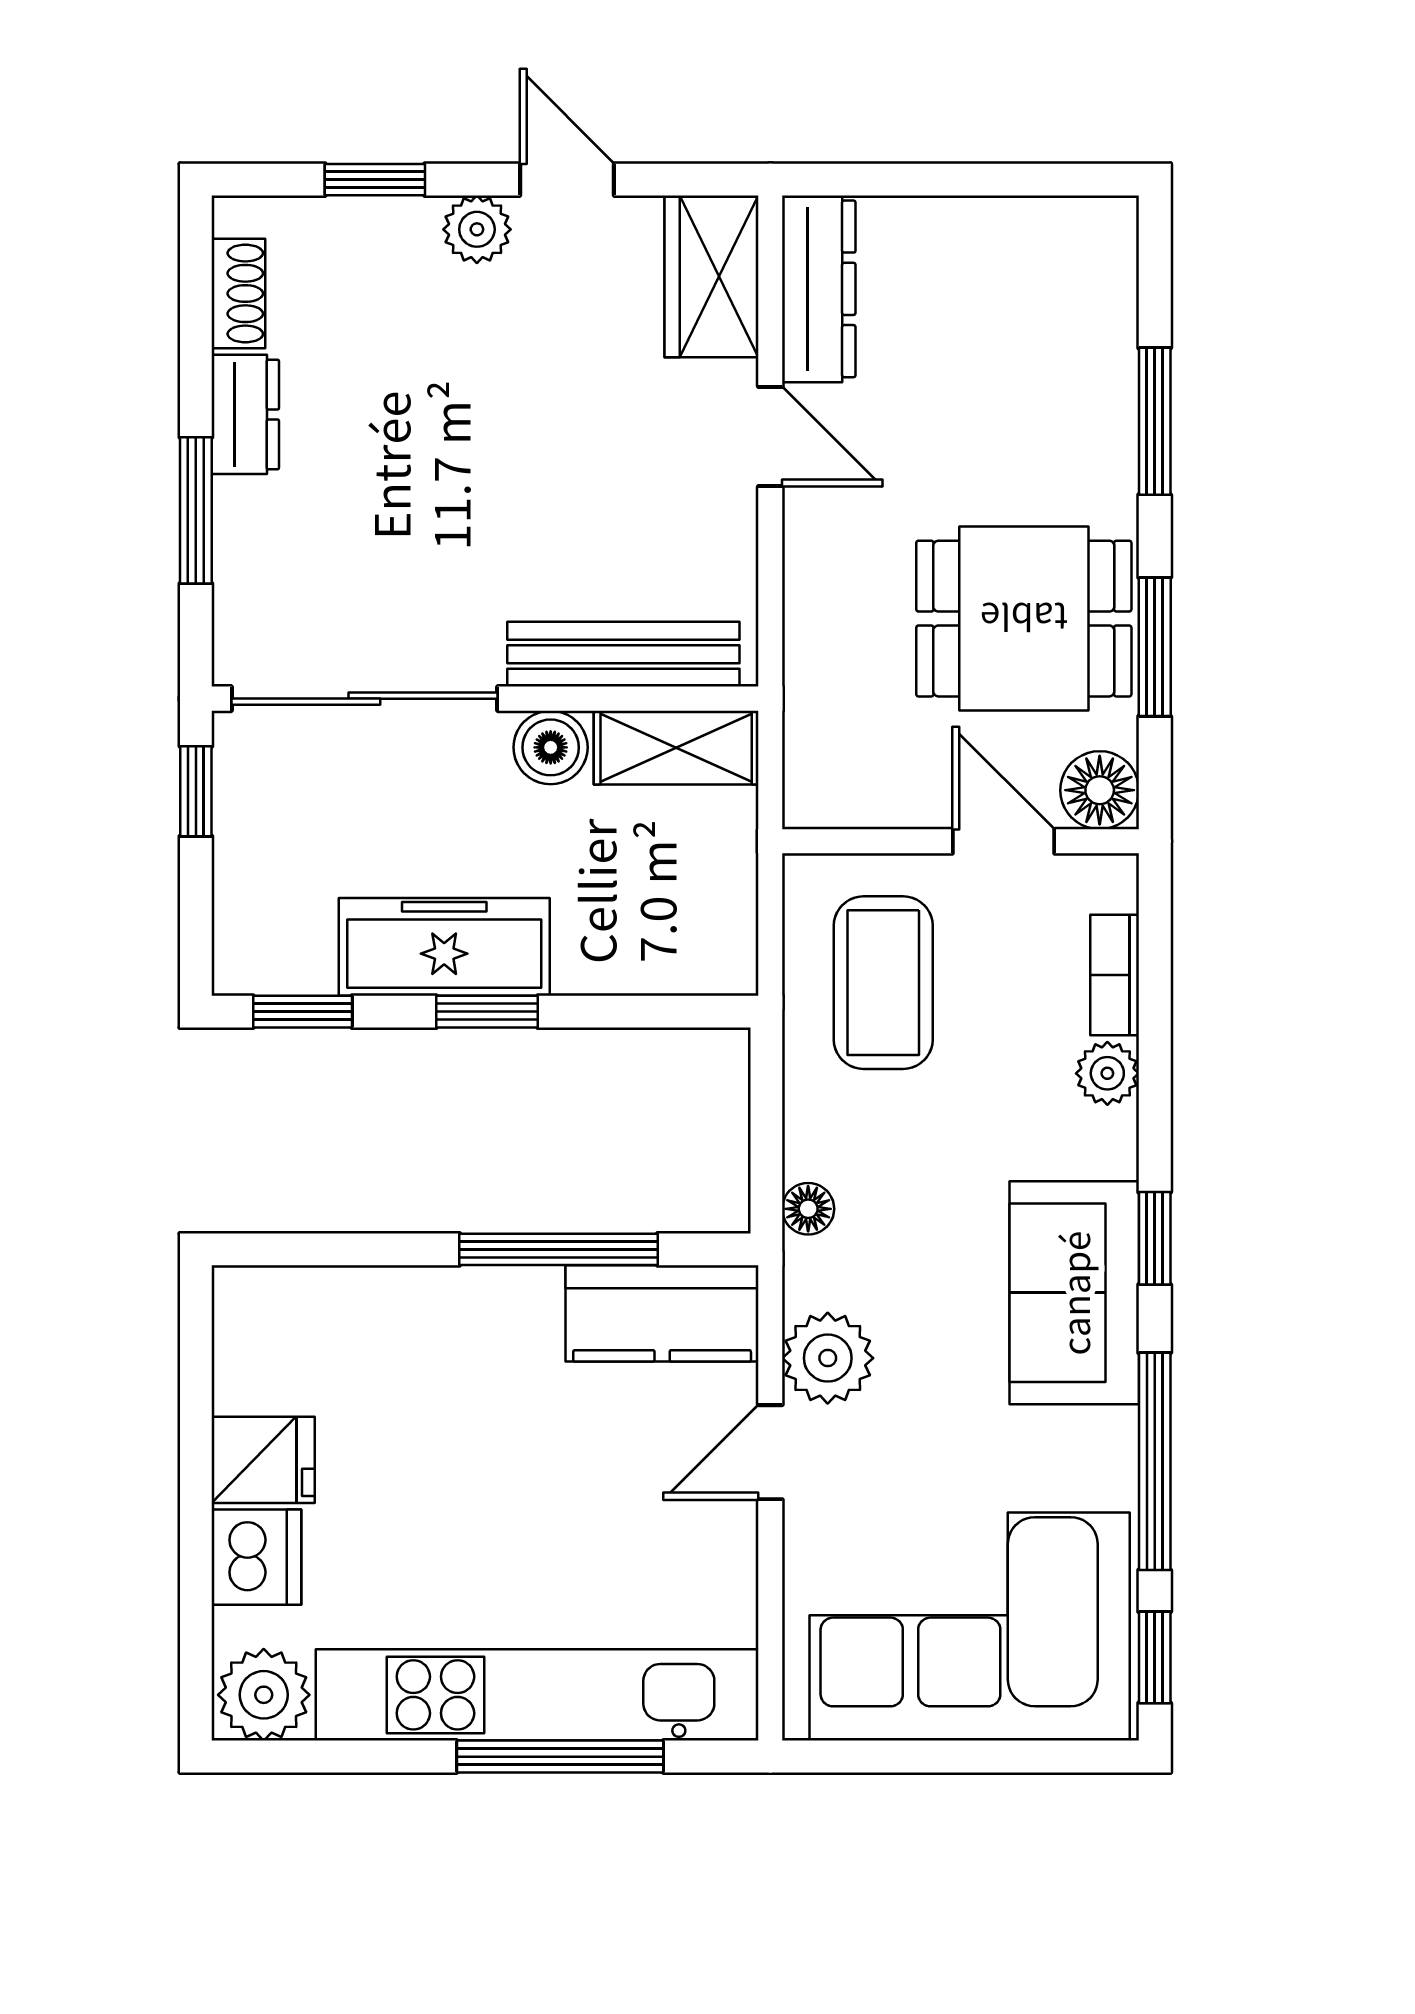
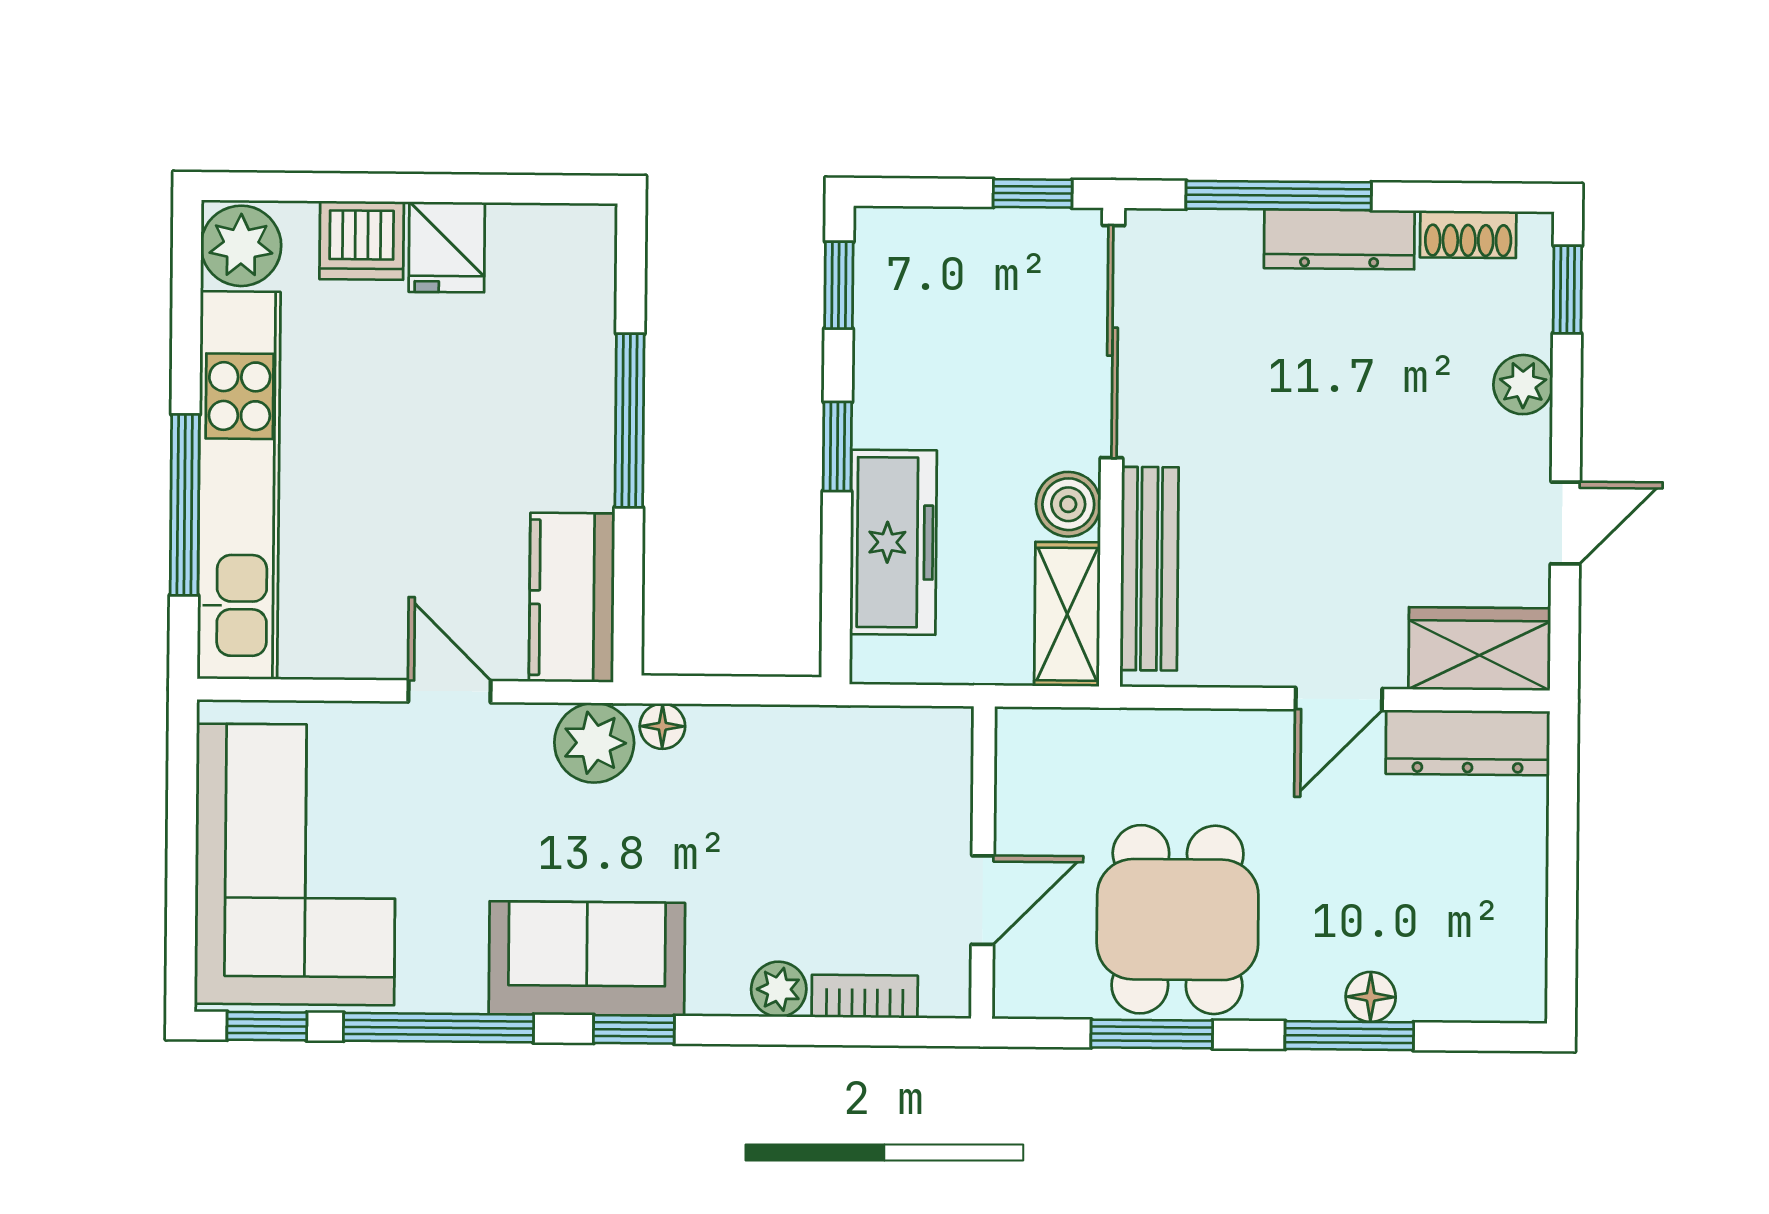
window: (375, 180) -> (1567, 290), moved
plant: (477, 229) -> (1523, 385), moved
dresser: (245, 414) -> (1339, 239), width x1.44
window: (196, 510) -> (1279, 195), width x1.44
floor lamp: (1100, 790) -> (1371, 997), moved, width x0.73, depth x0.73
freezer: (444, 947) -> (893, 542), moved
coffee table: (883, 983) -> (860, 794), removed
window: (559, 1249) -> (630, 421), moved
plant: (828, 1358) -> (594, 743), moved

